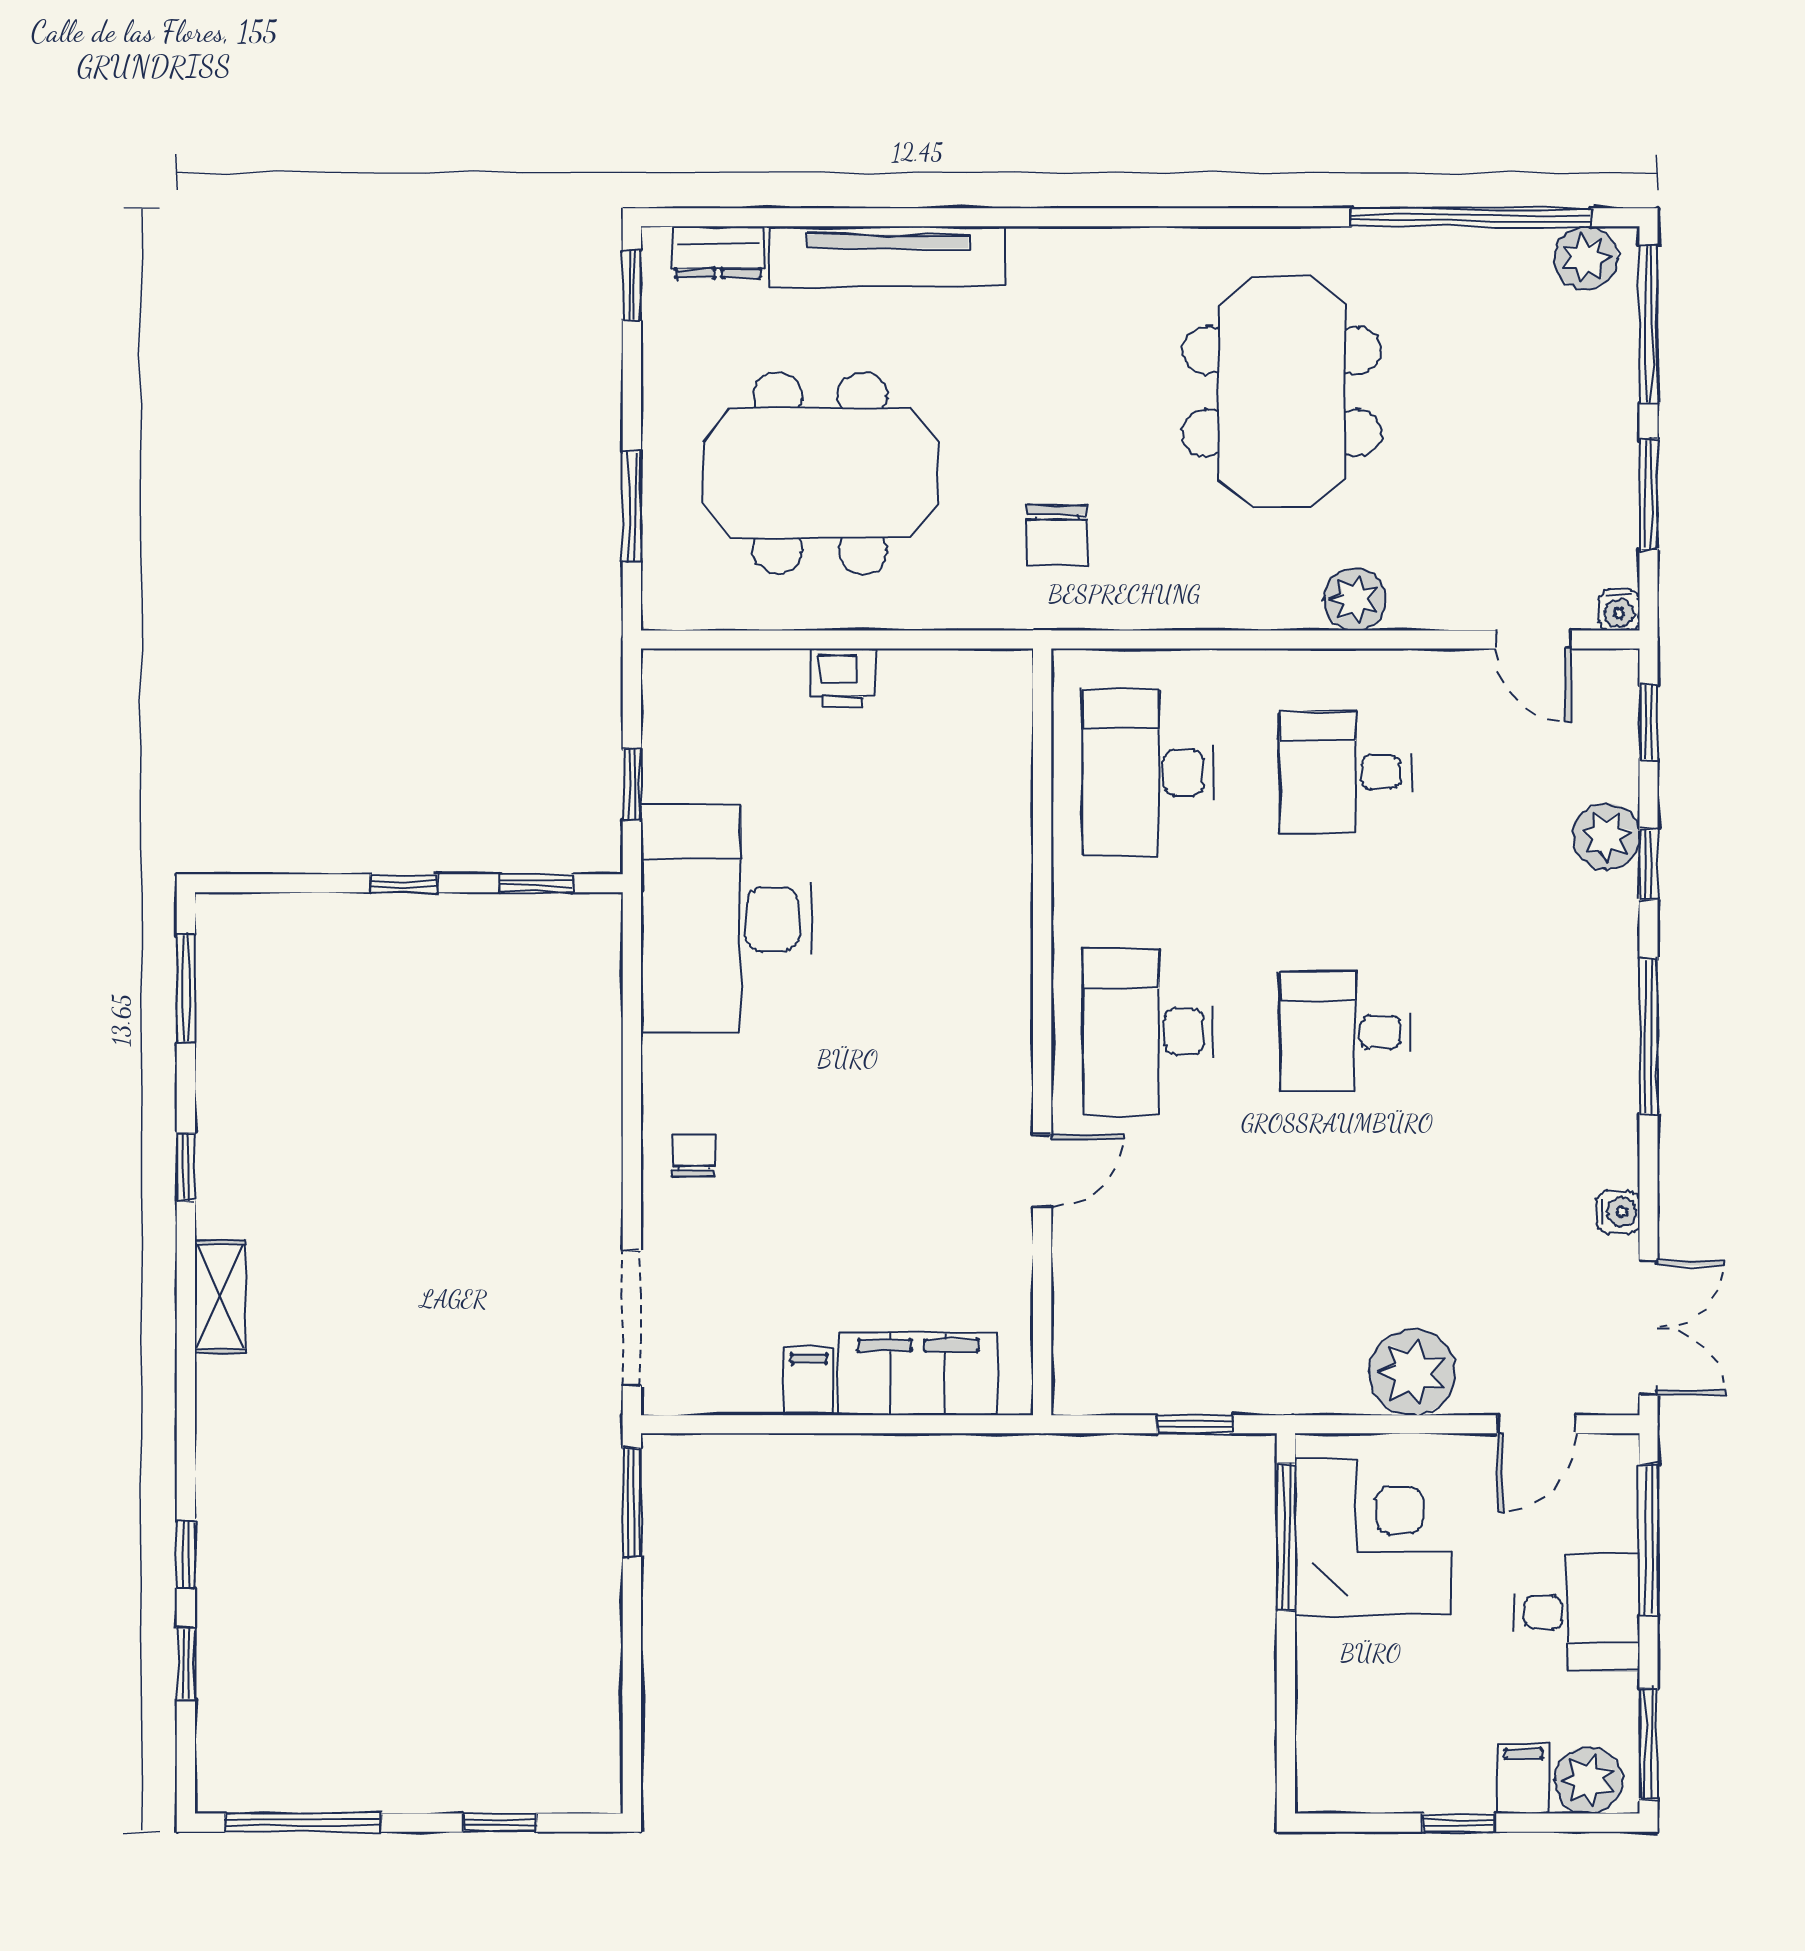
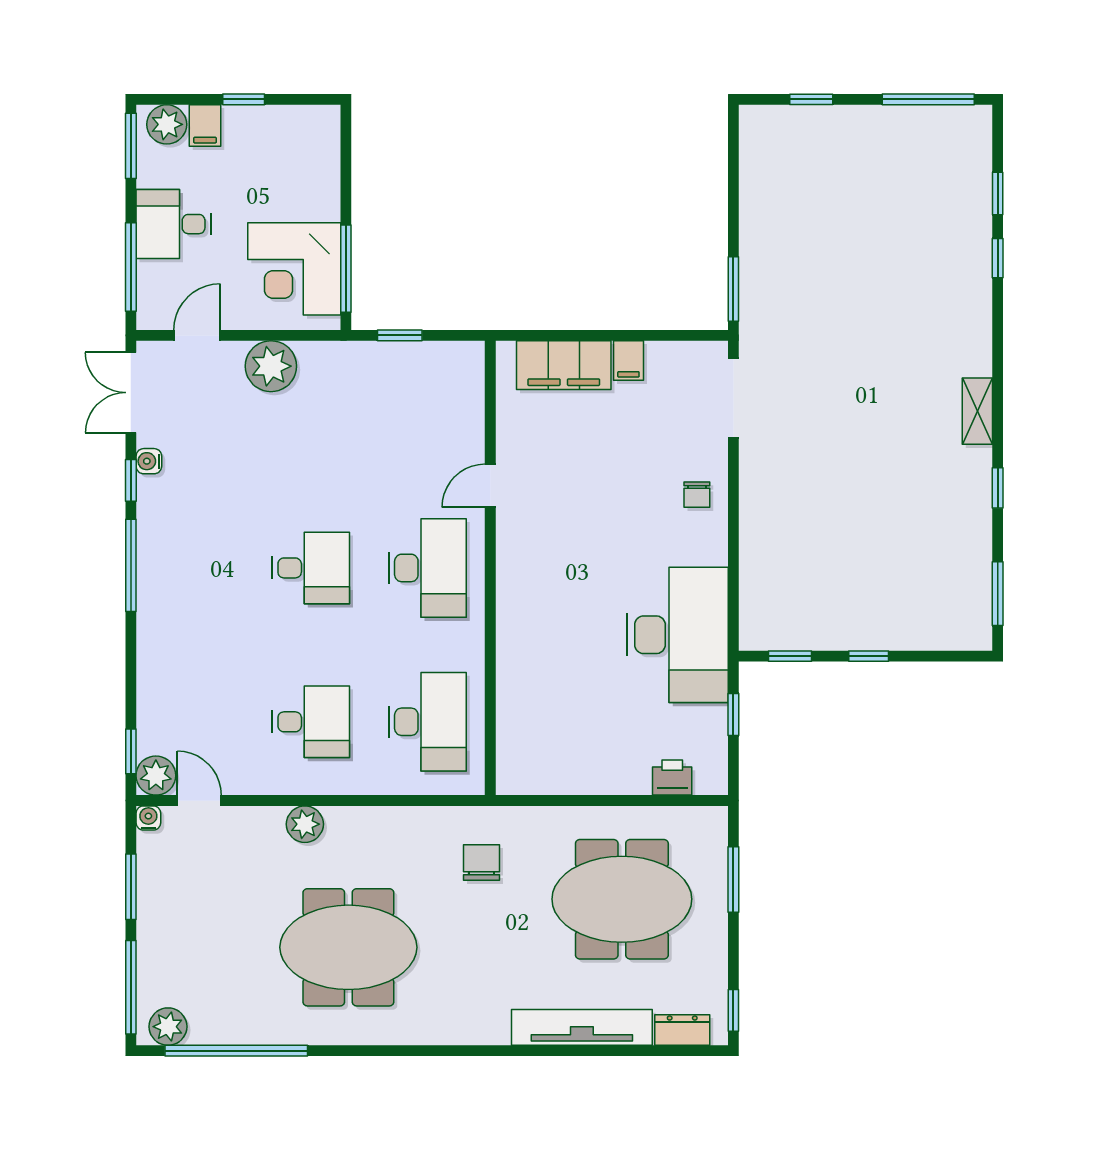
meeting table: (1282, 392) -> (348, 947), turned 90
printer: (843, 678) -> (672, 777), moved
plant: (1606, 836) -> (156, 776), moved
window: (1649, 864) -> (131, 480), moved

